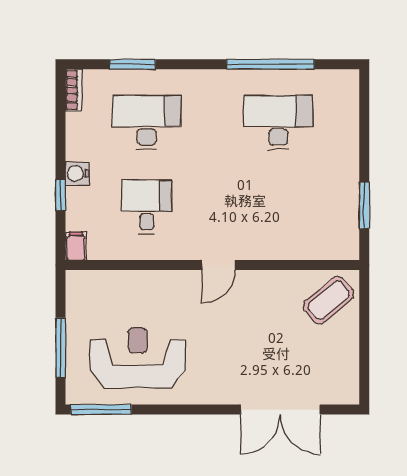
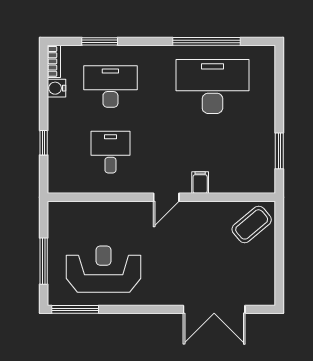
desk: (278, 122) -> (212, 86), width x1.36, depth x1.30
water cooler: (77, 174) -> (57, 88), moved
filing cabinet: (76, 246) -> (200, 182), moved

